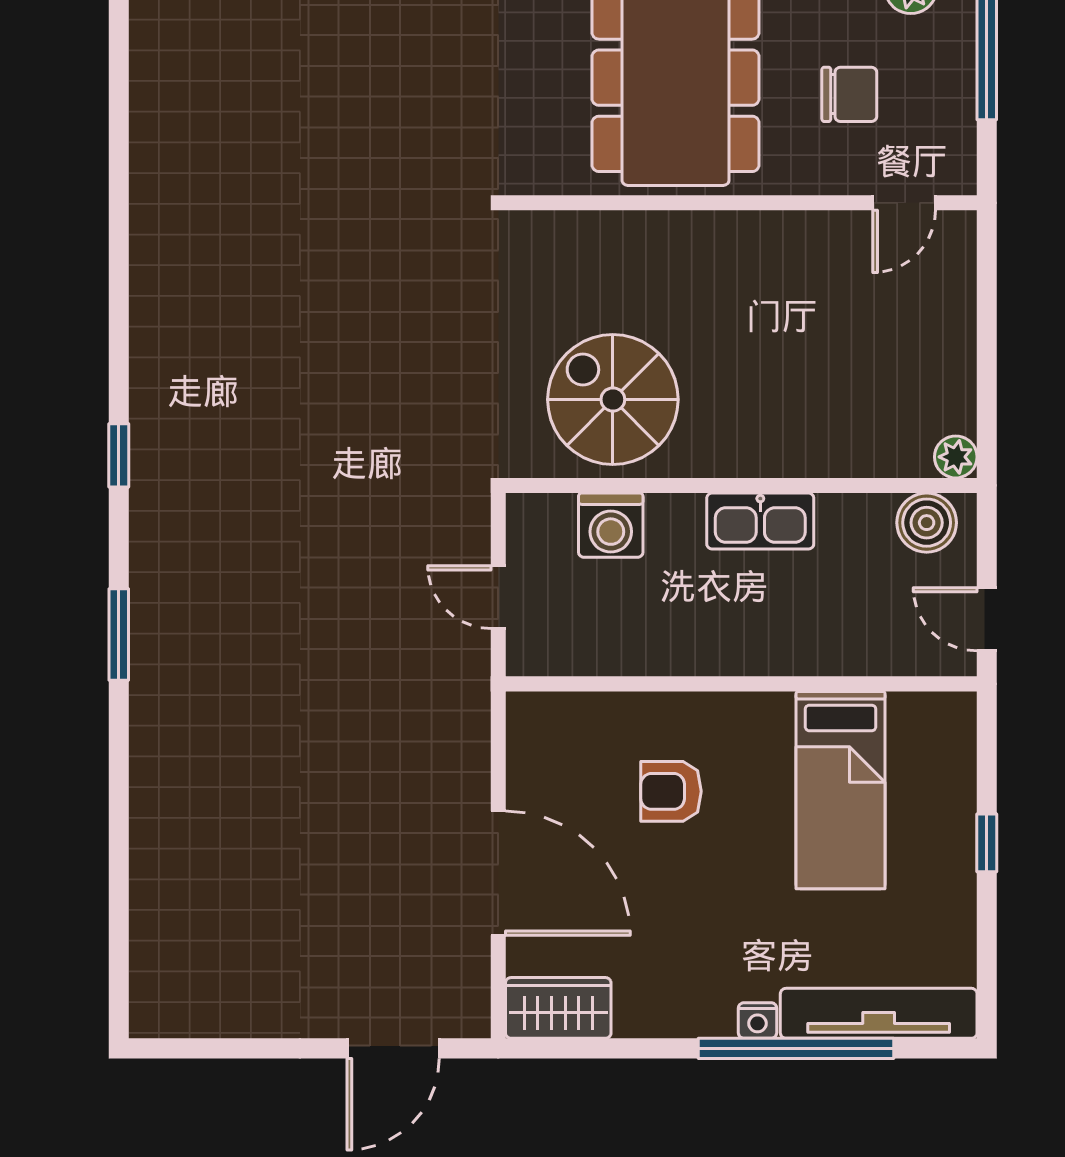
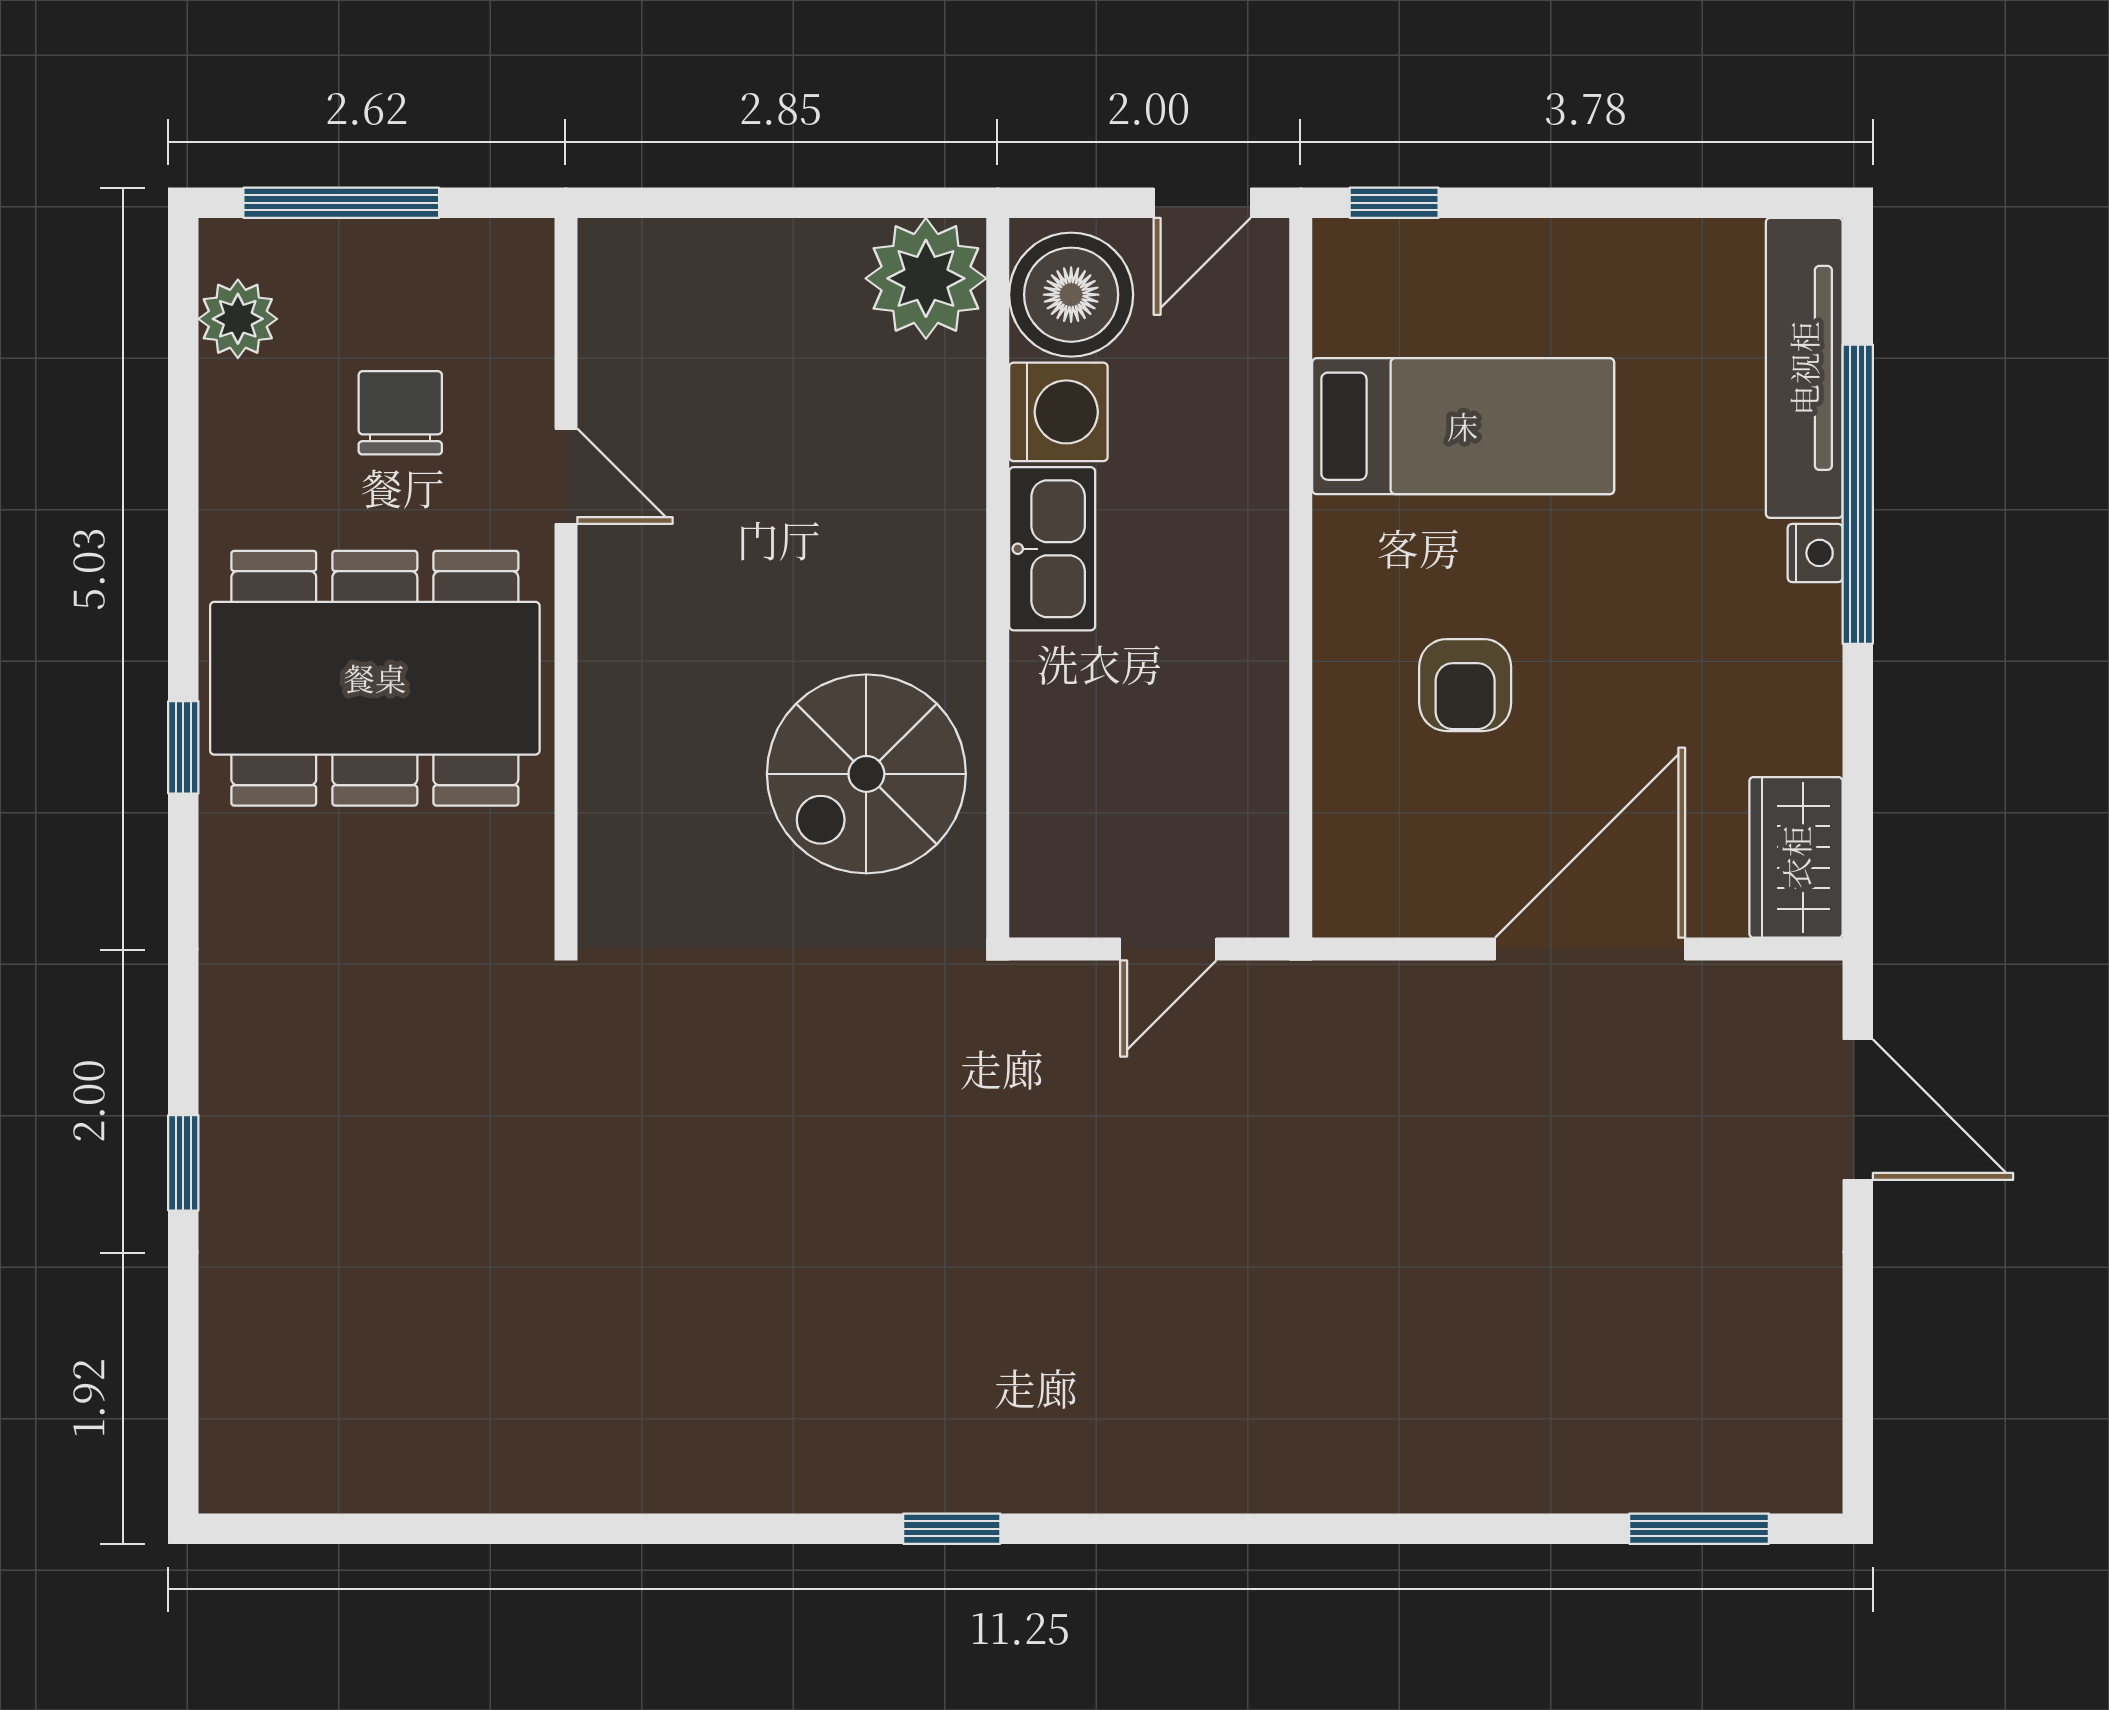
door: (904, 203) -> (566, 476), moved
plant: (956, 457) -> (926, 278), width x1.87, depth x1.87
boiler: (927, 523) -> (1071, 295), width x1.37, depth x1.37
washing machine: (611, 525) -> (1058, 412), moved
window: (119, 635) -> (1699, 1529), moved
window: (987, 843) -> (1394, 203), moved

